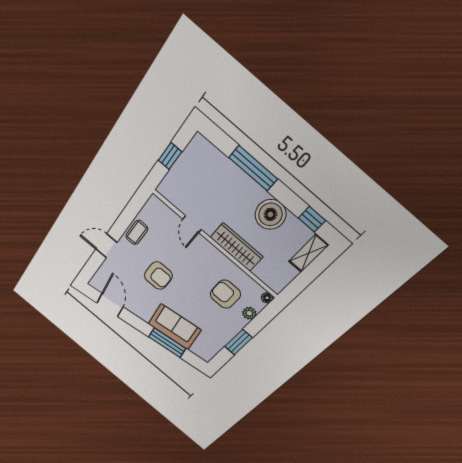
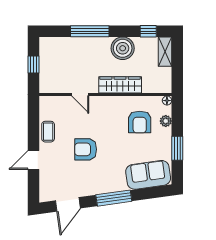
armchair: (158, 276) -> (86, 149), turned 180
armchair: (225, 294) -> (140, 122), turned -90
door: (110, 305) -> (68, 204), swing flipped
sofa: (175, 327) -> (148, 175), moved
window: (167, 343) -> (114, 198), moved

